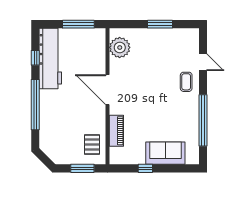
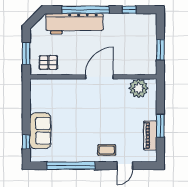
window: (78, 24) -> (160, 50), width x0.69
workbench: (50, 58) -> (74, 24), moved
piano: (116, 131) -> (150, 135), moved, turned 90
window: (145, 168) -> (26, 142), moved

